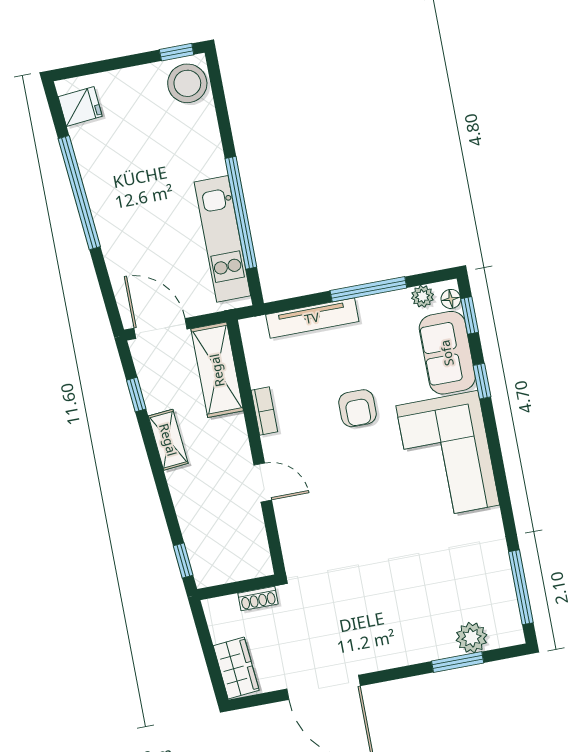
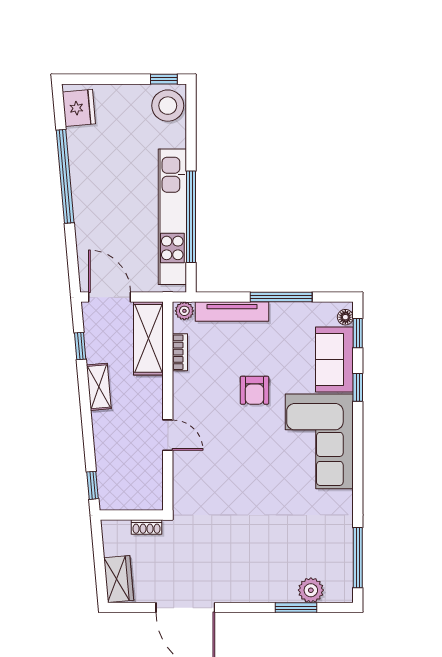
fridge: (80, 106) -> (79, 108), width x1.38
kitchen unit: (222, 239) -> (172, 217), width x1.36
plant: (423, 296) -> (184, 311), moved
bookcase: (264, 411) -> (180, 352), moved

